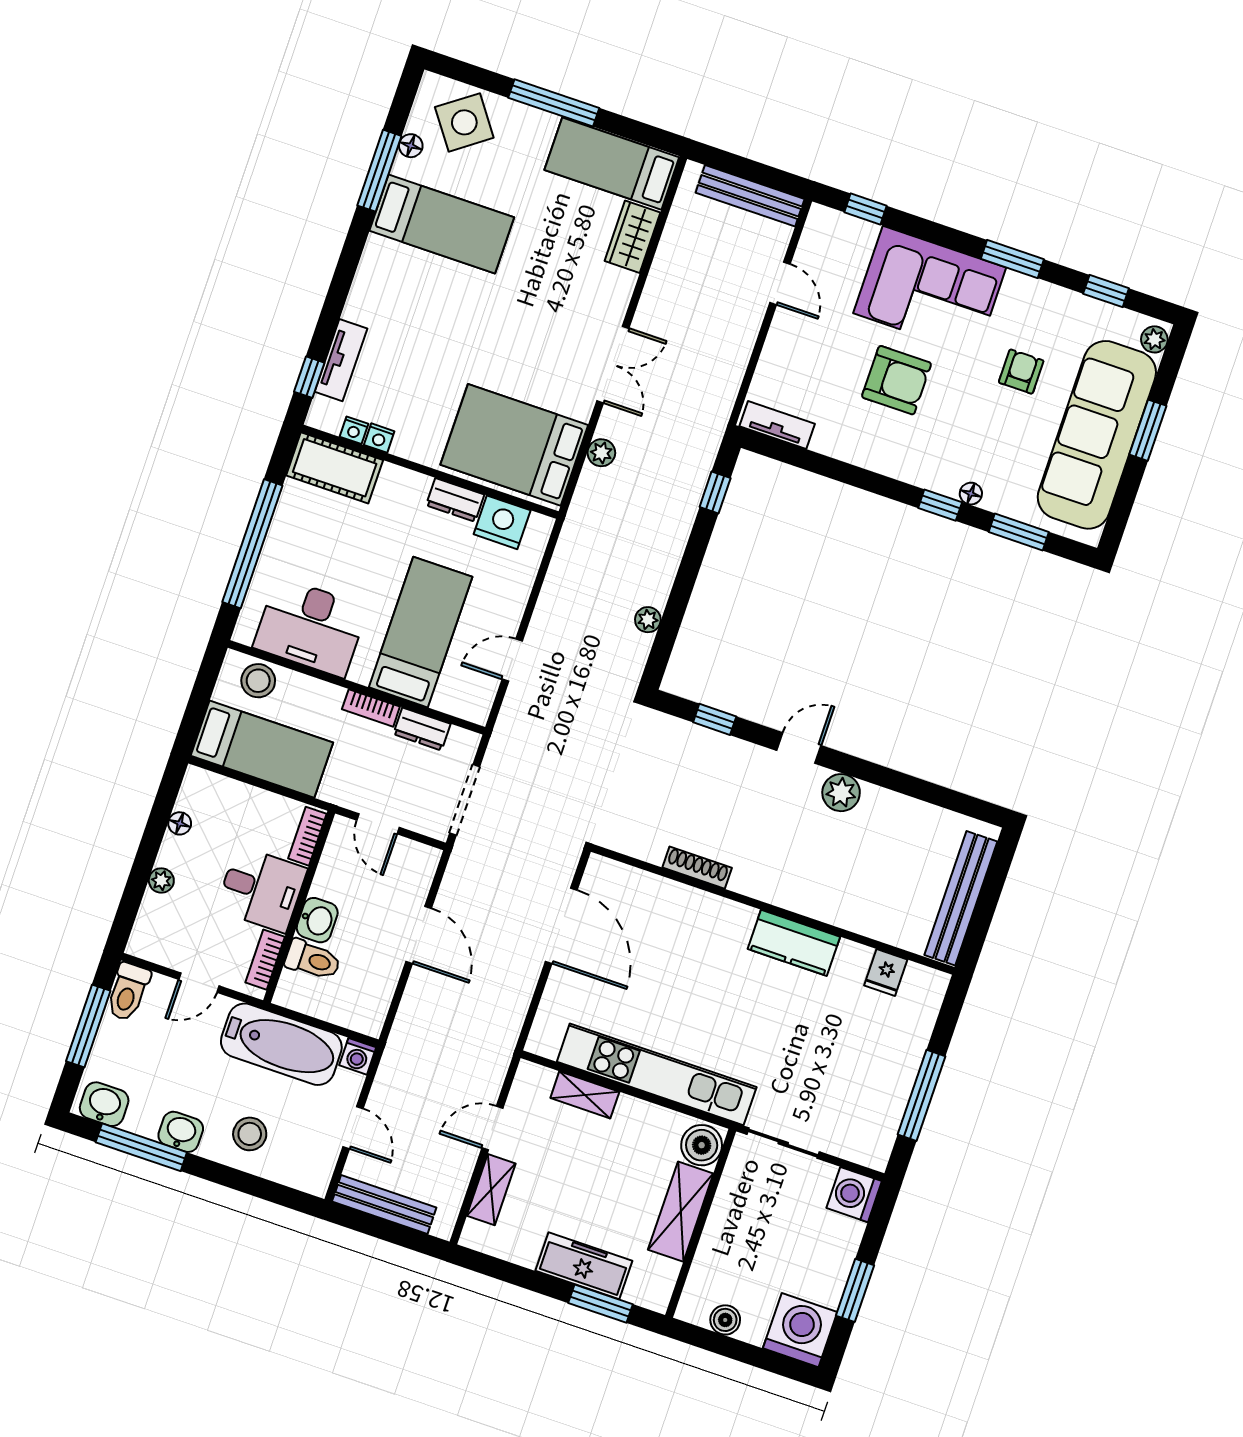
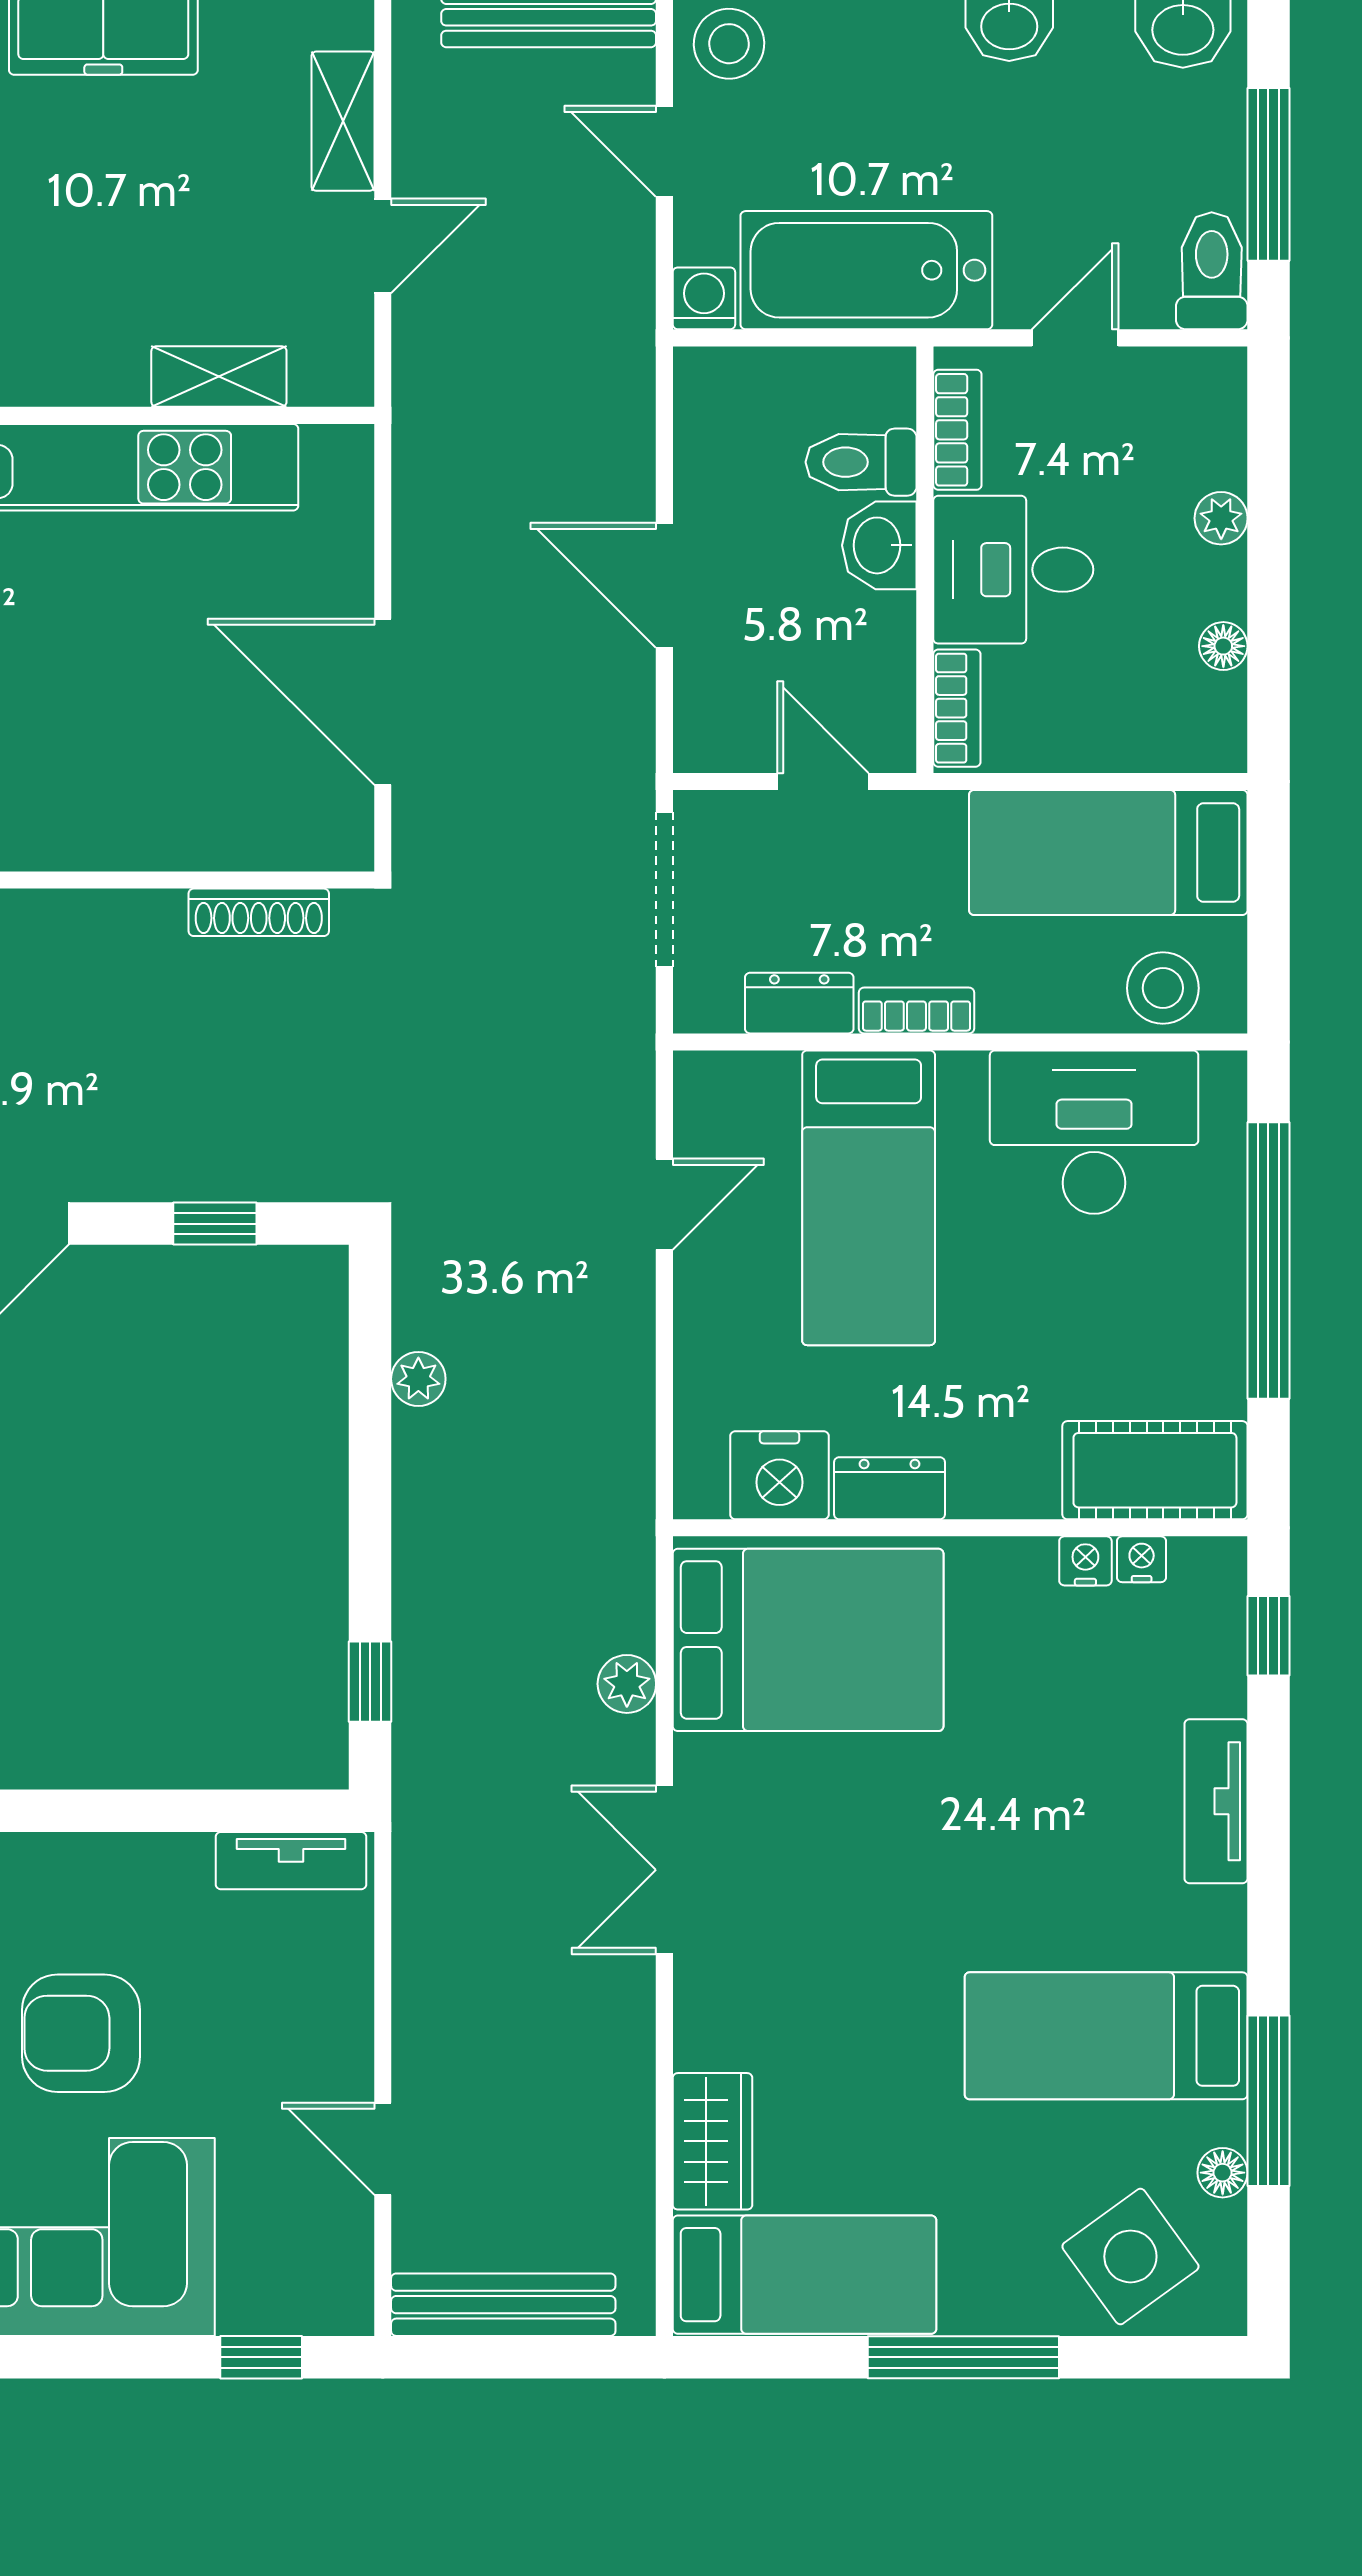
tv unit: (341, 360) -> (1216, 1801), moved
shoe rack: (697, 868) -> (259, 912), moved
stool: (250, 1134) -> (729, 44), moved

